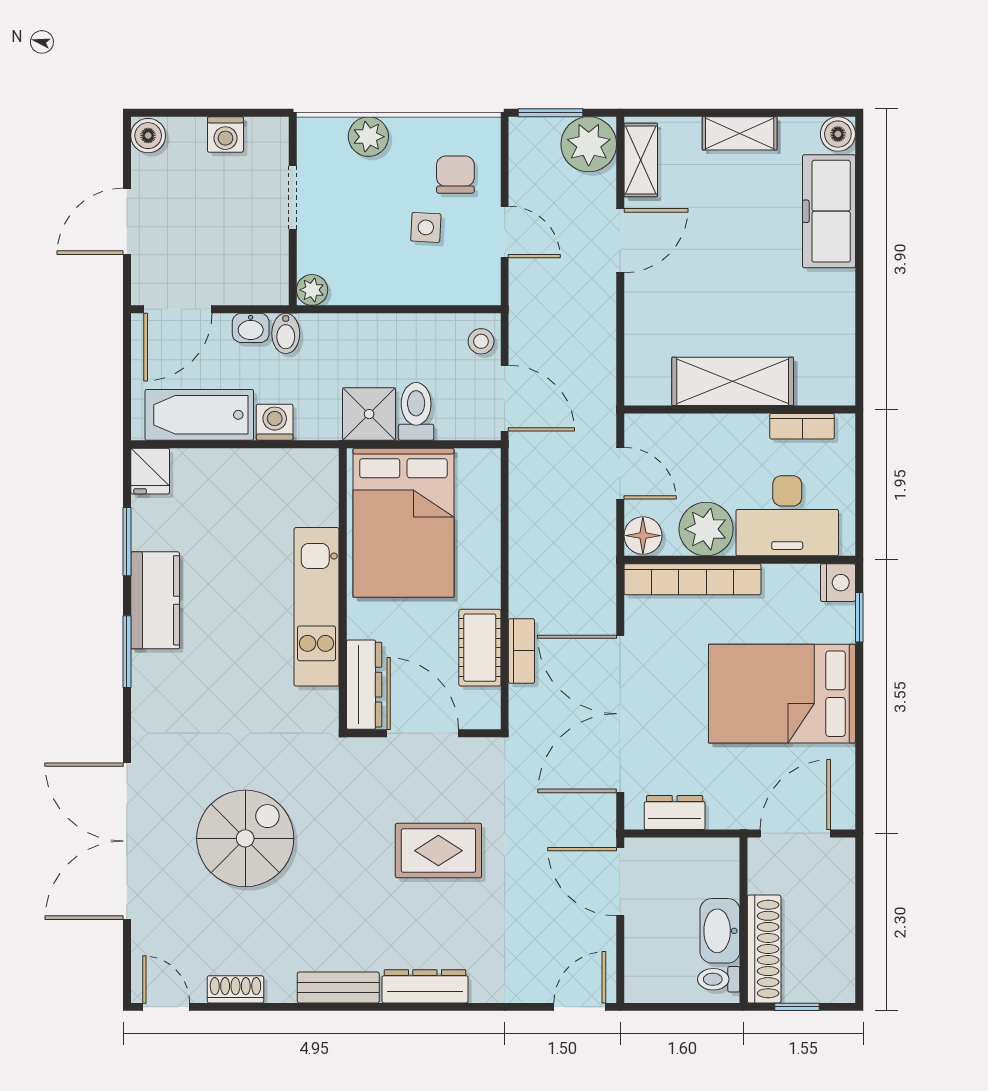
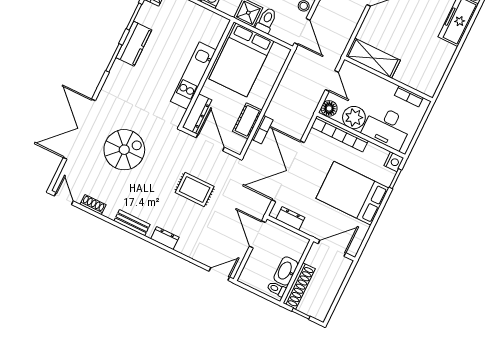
shelving: (733, 381) -> (373, 58), moved
dresser: (425, 986) -> (165, 238), width x0.70

